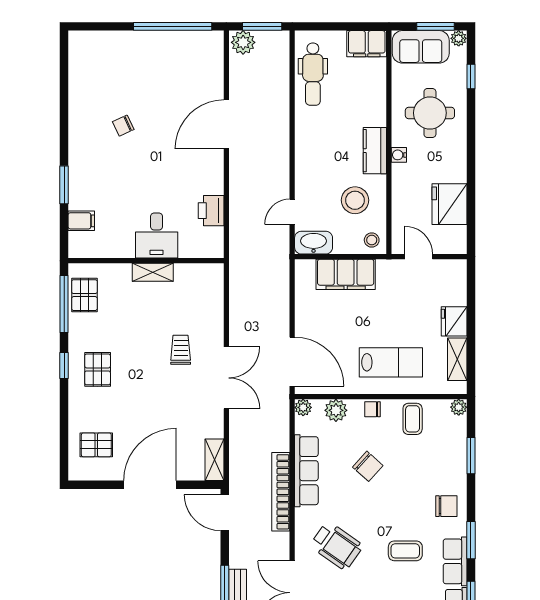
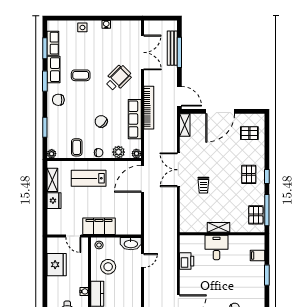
filing cabinet: (346, 274) -> (99, 226), moved
door: (292, 362) -> (142, 179), hinge flipped
wheelchair: (336, 546) -> (118, 78), turned 100

